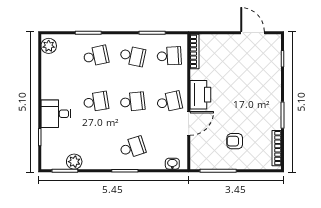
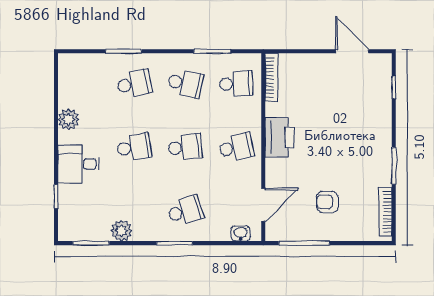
plant: (49, 46) -> (69, 119), moved
door: (189, 123) -> (263, 205), moved
plant: (74, 162) -> (121, 231), moved

